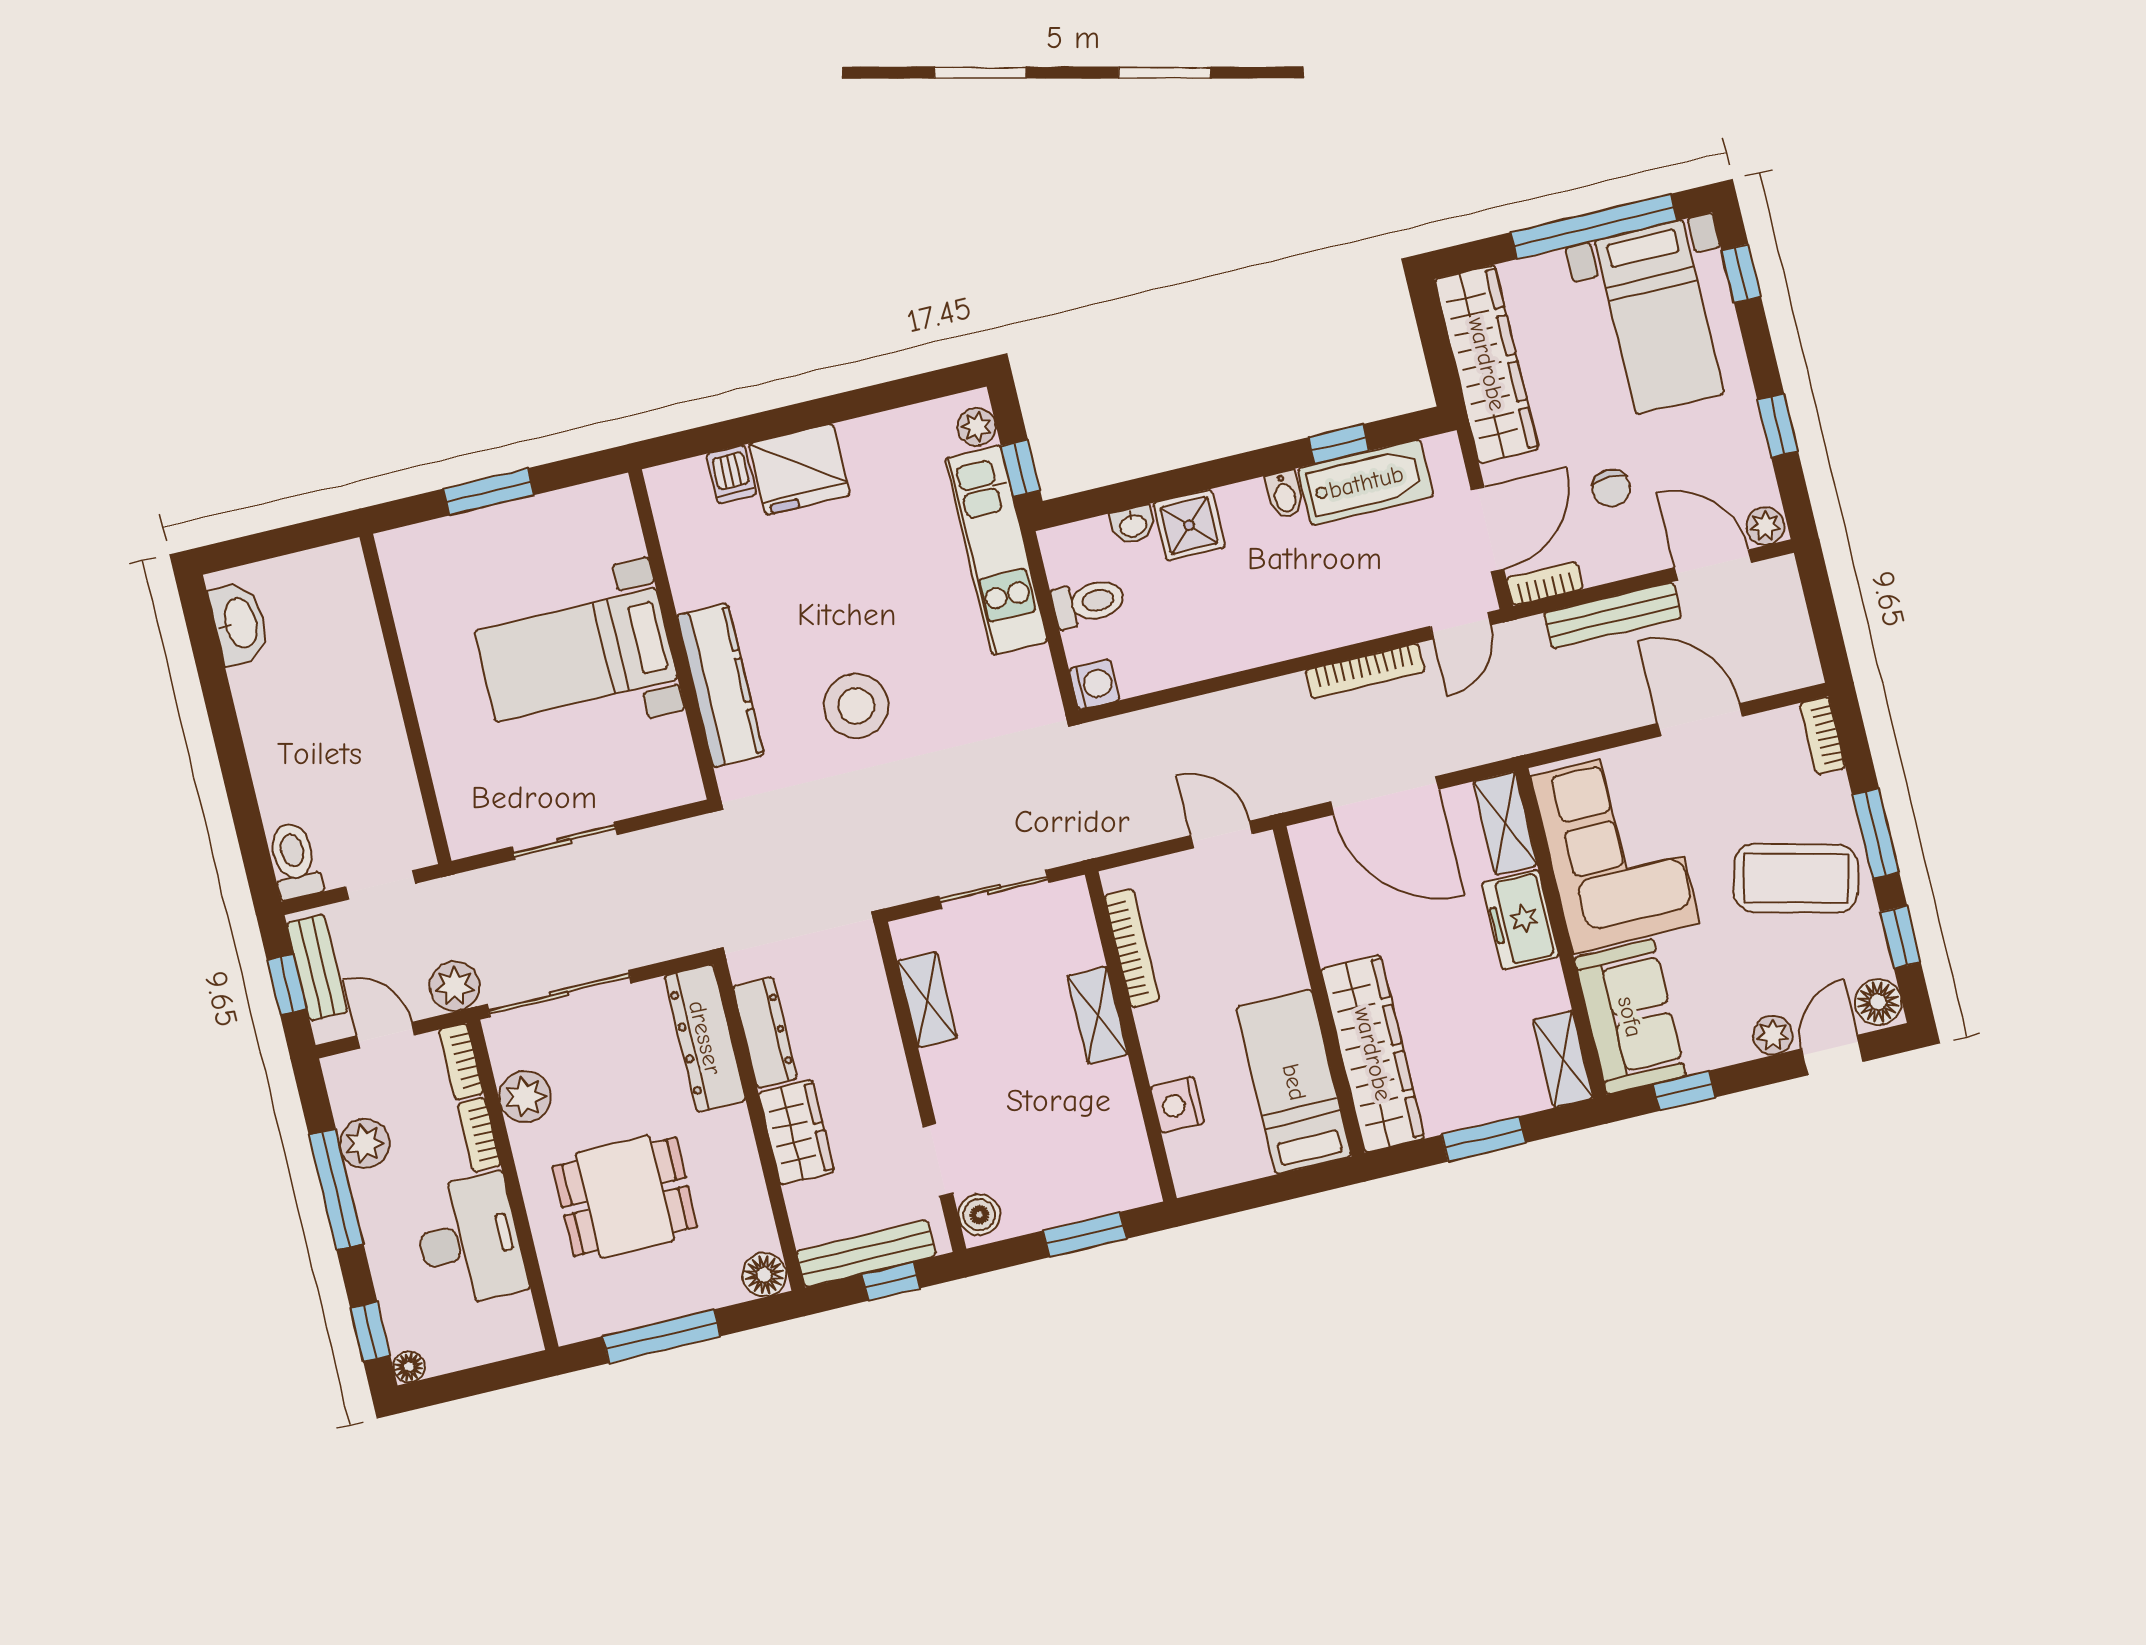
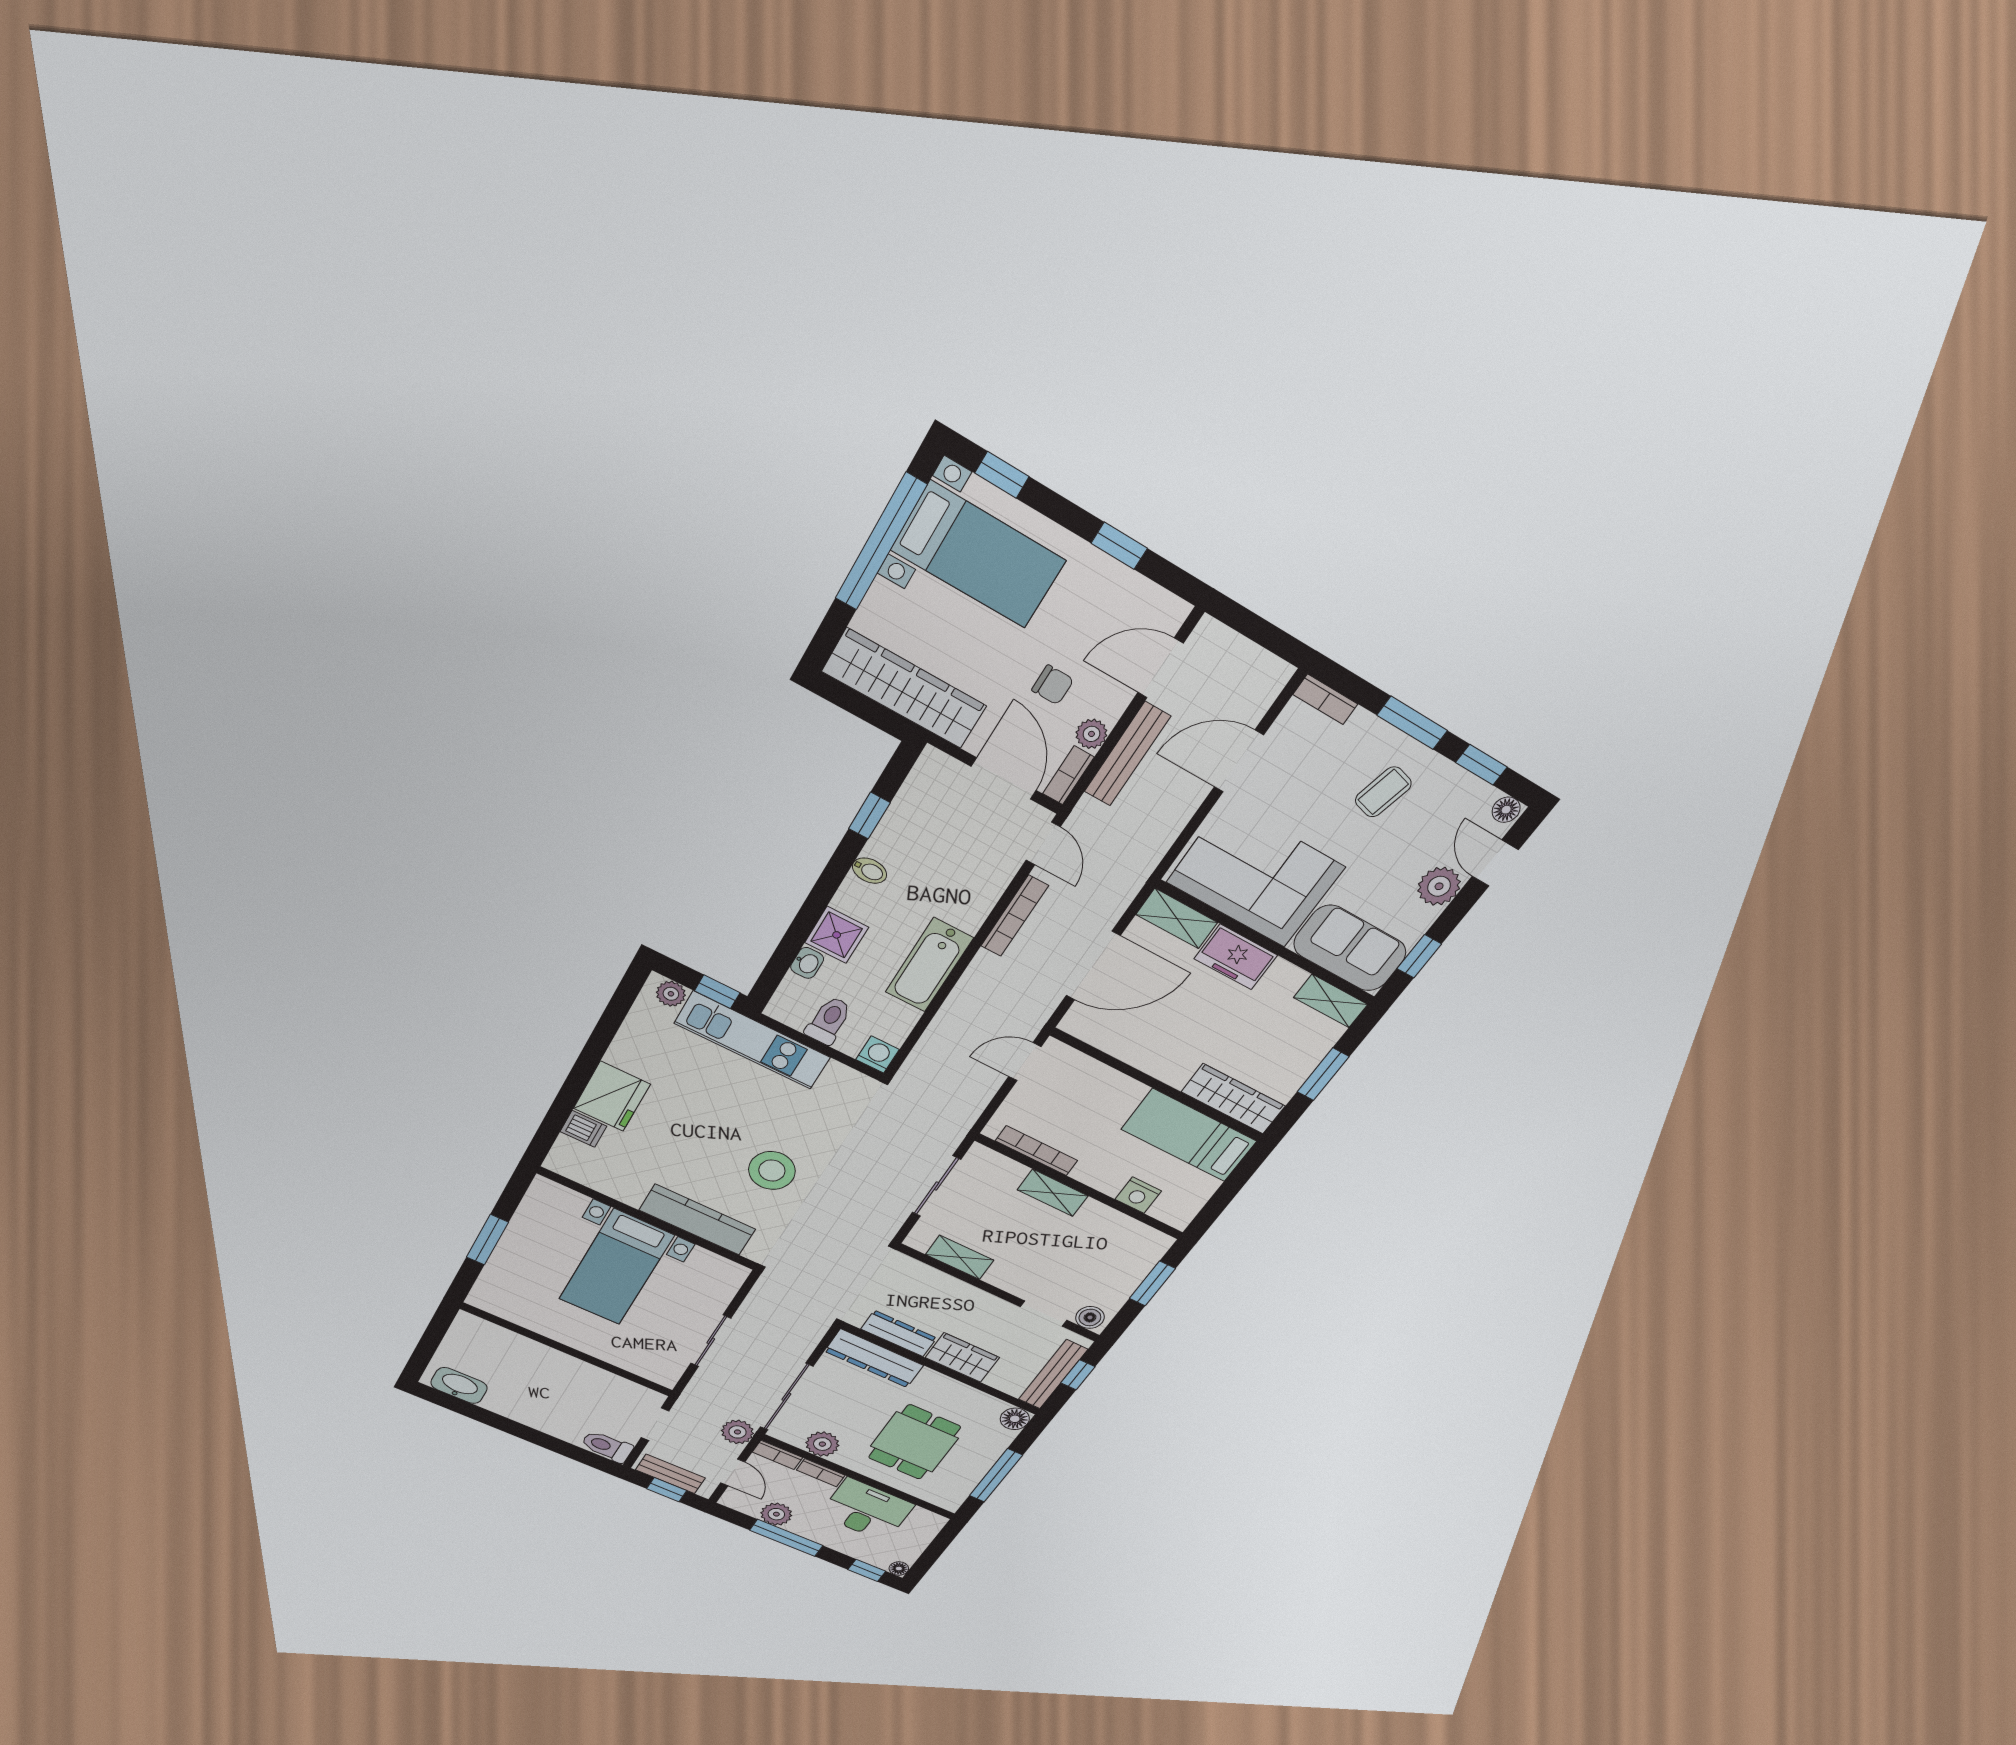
bathtub: (1366, 482) -> (929, 965), moved, turned 180
plant: (1765, 526) -> (1091, 734), moved
coffee table: (1796, 878) -> (1383, 792), width x0.54, depth x0.58
floor lamp: (1878, 1002) -> (1506, 810), width x0.73, depth x0.73
door: (386, 1035) -> (733, 1472), swing flipped
plant: (1773, 1035) -> (1439, 886), width x1.38, depth x1.38
wardrobe: (1373, 1054) -> (1233, 1099), width x0.71, depth x0.85

